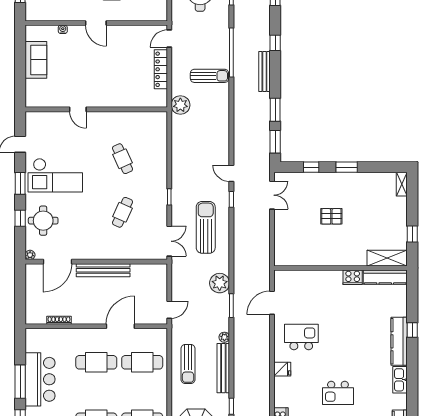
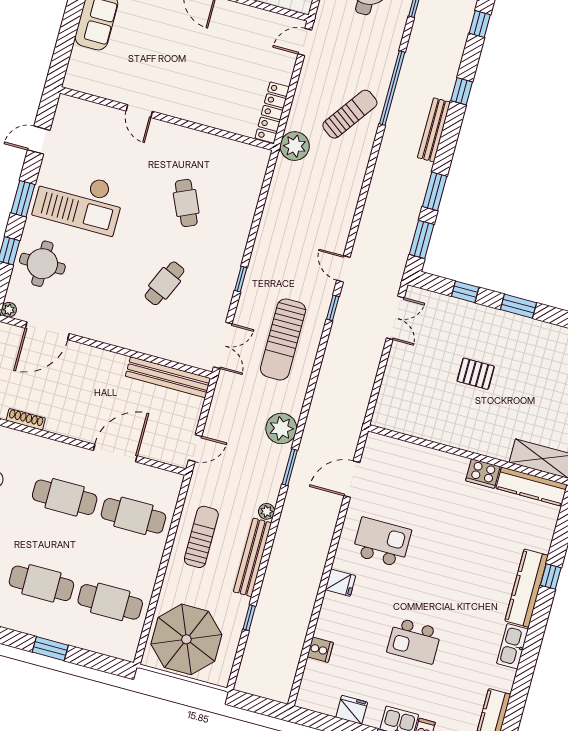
locker: (161, 69) -> (272, 113), moved
sun lounger: (209, 76) -> (350, 114), turned -54
sun lounger: (206, 227) -> (283, 339), turned 180
bench: (103, 270) -> (168, 377), moved
sun lounger: (188, 364) -> (201, 537), turned 180

